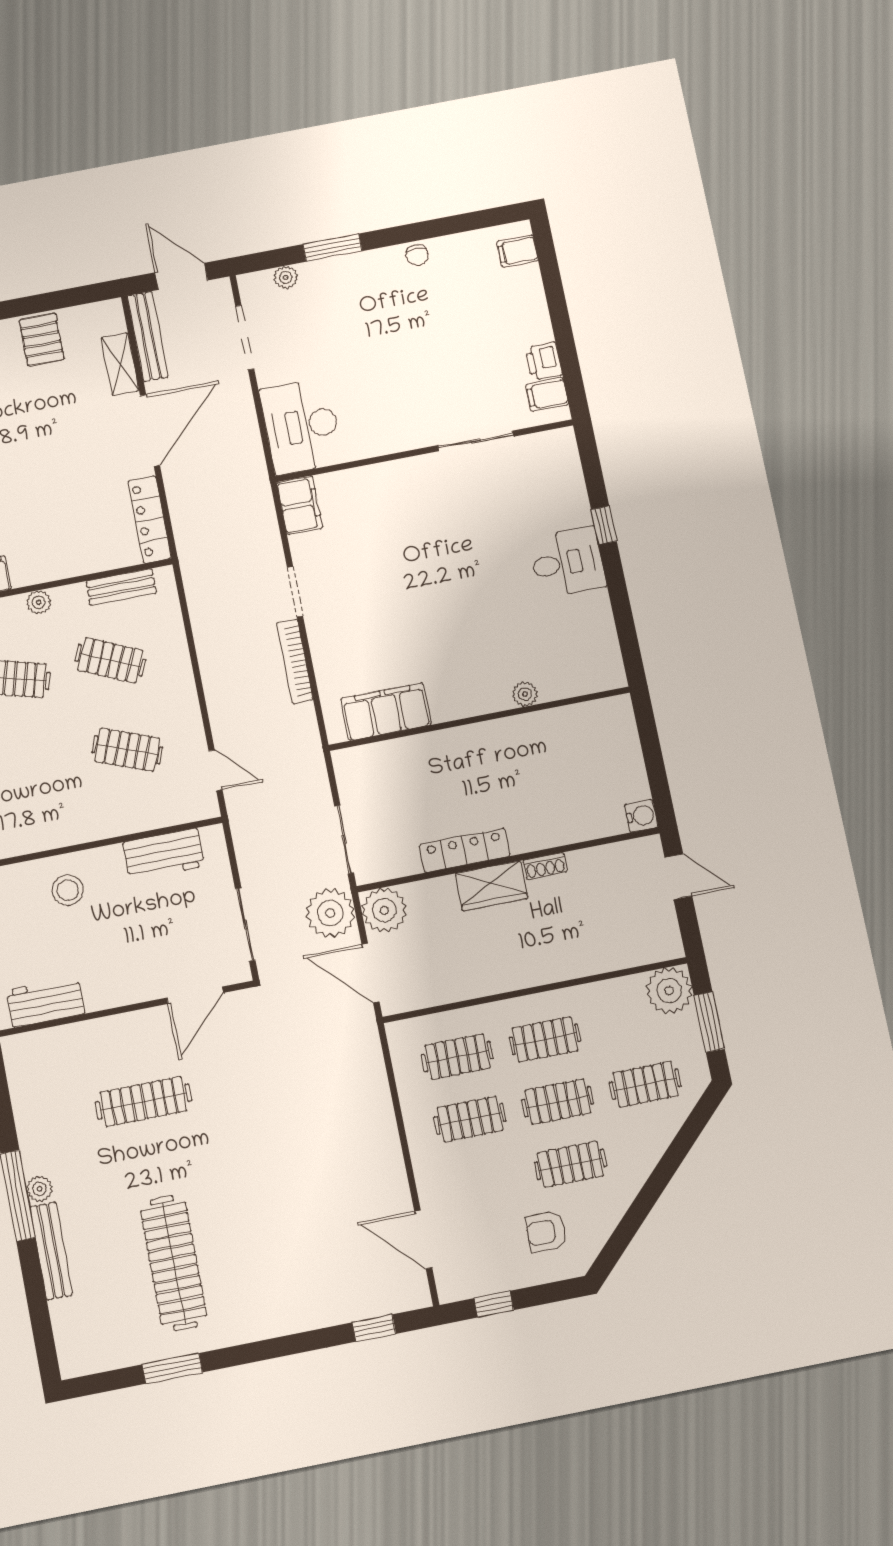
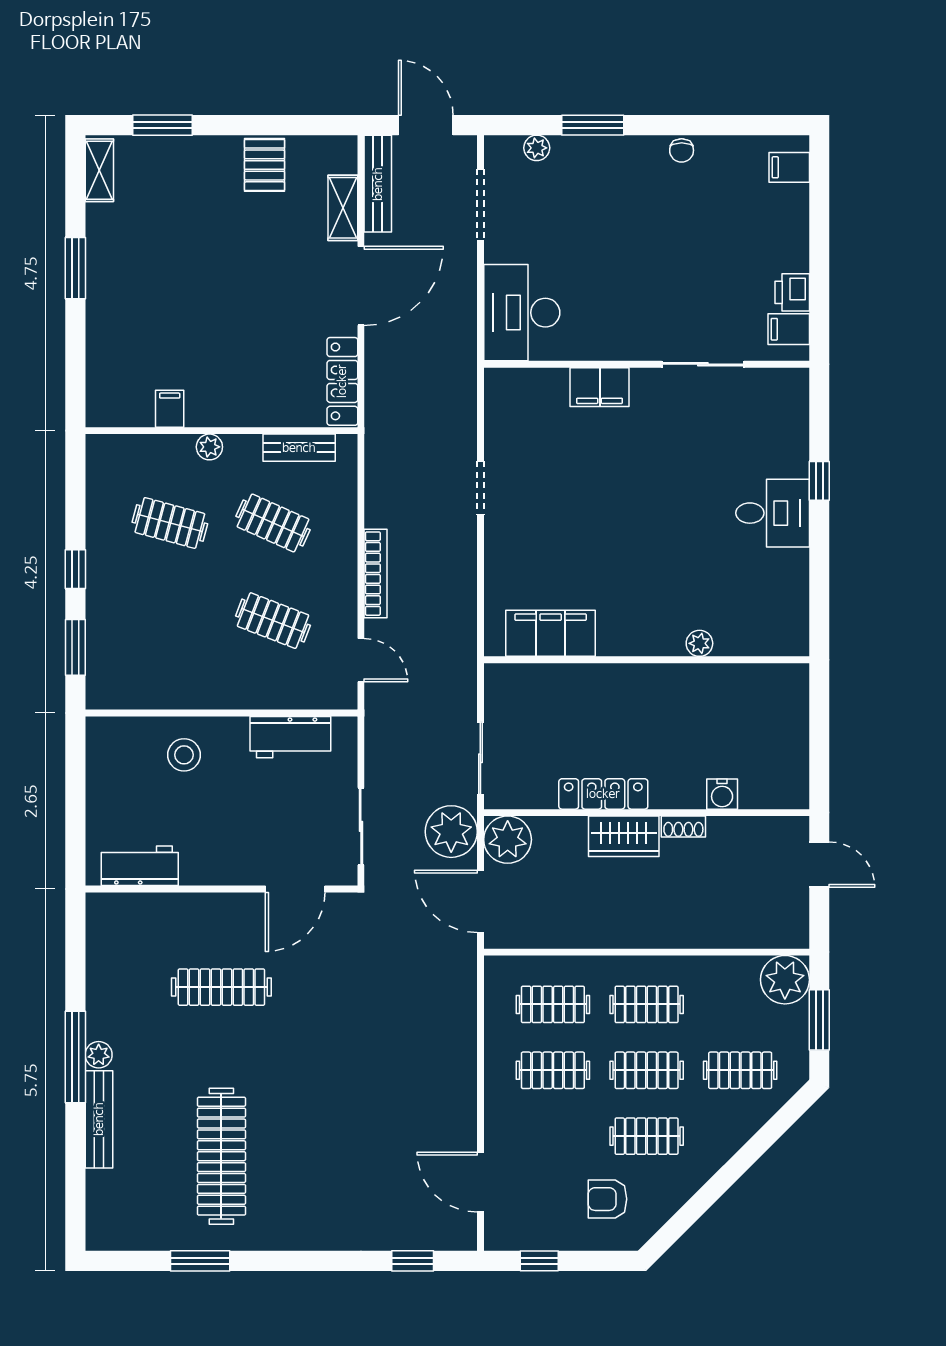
filing cabinet: (300, 505) -> (600, 387), moved, turned 90
bookcase: (295, 661) -> (376, 574), moved, turned 180
water cooler: (641, 816) -> (722, 794), moved, turned 90

